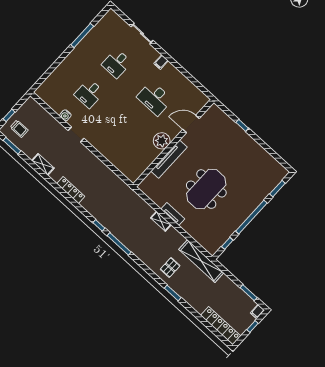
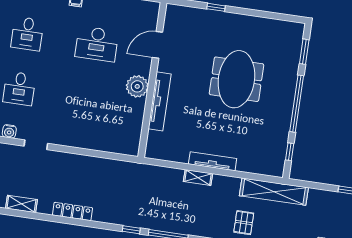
meeting table: (206, 189) -> (236, 79), moved
tv unit: (173, 214) -> (213, 161), width x1.41

